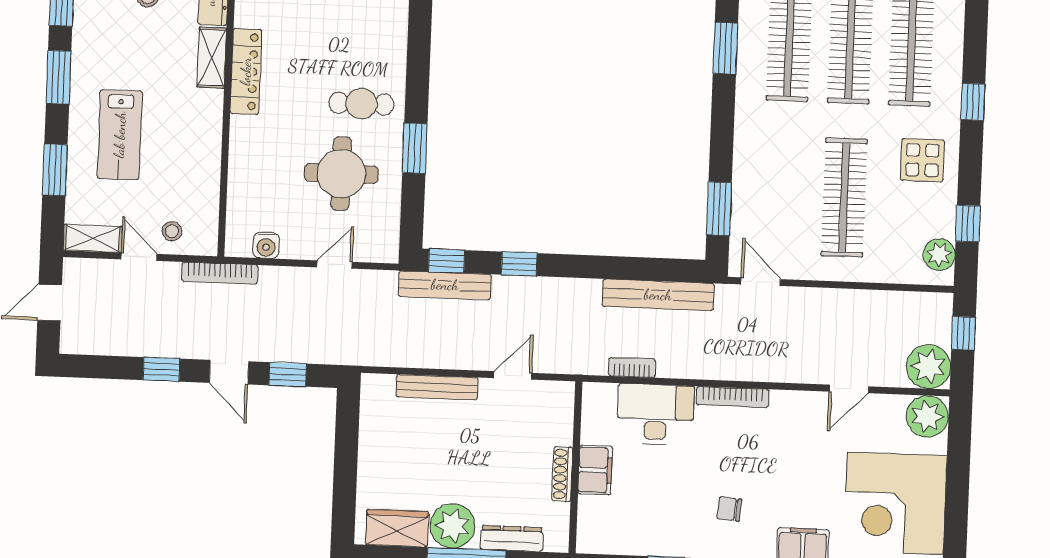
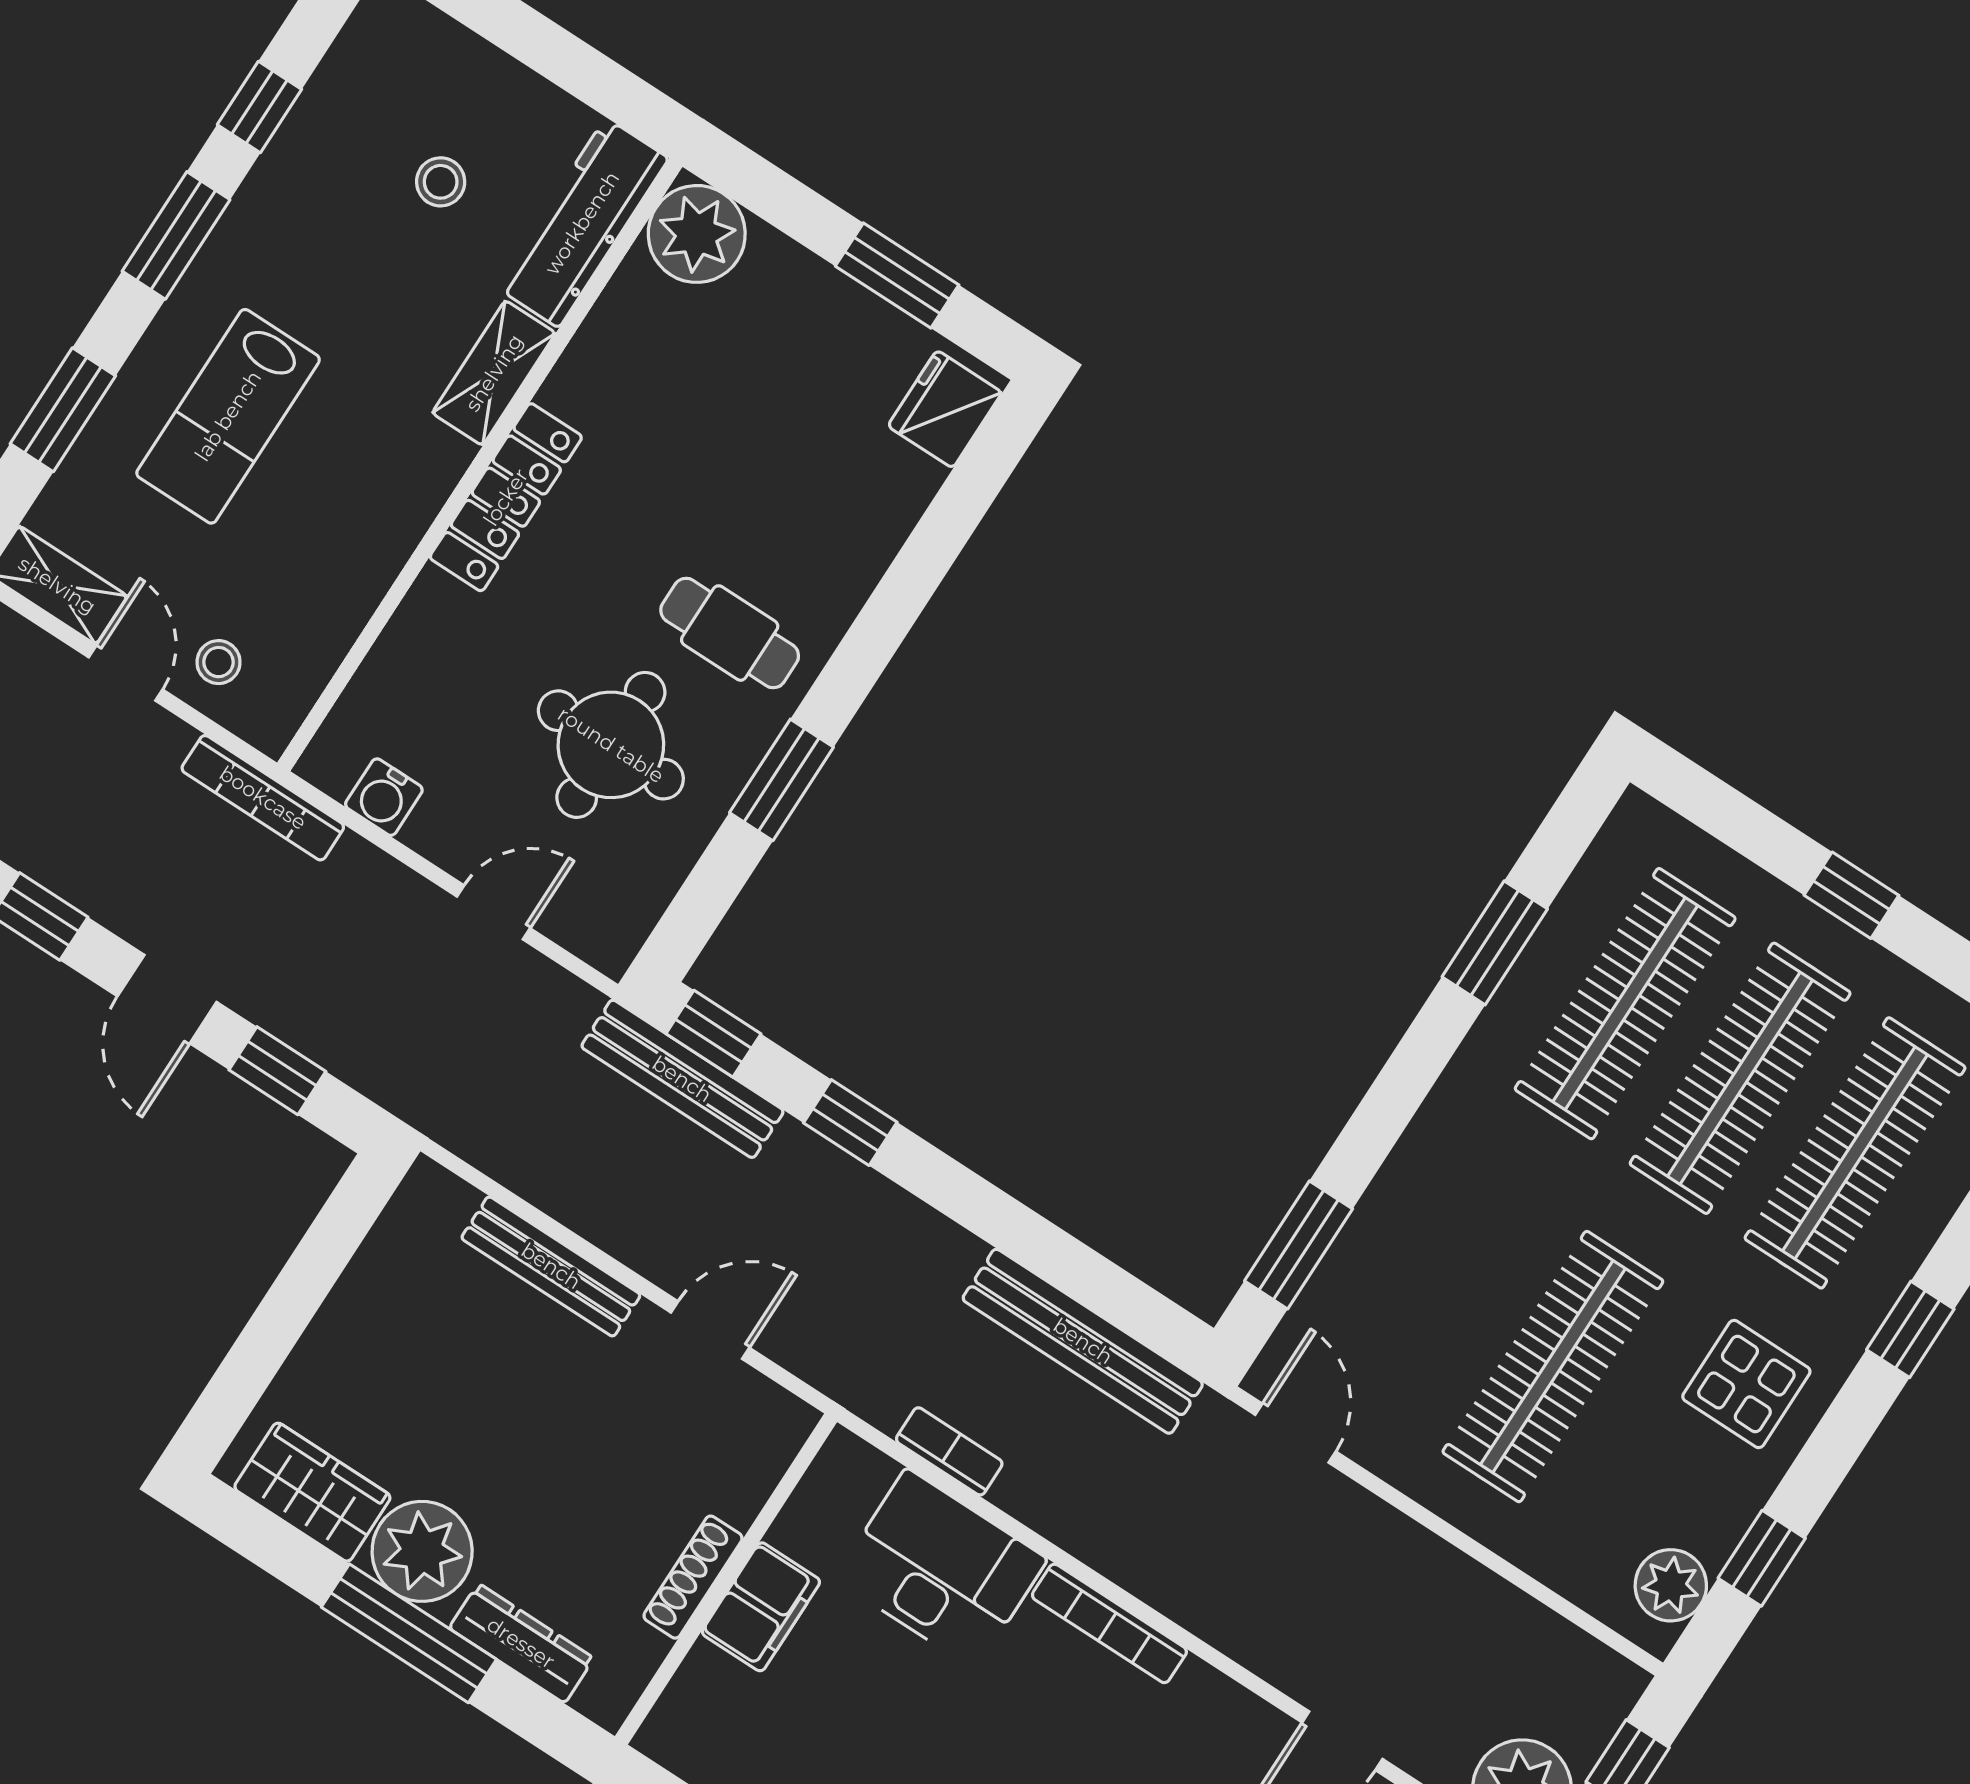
locker: (246, 71) -> (506, 497), moved

